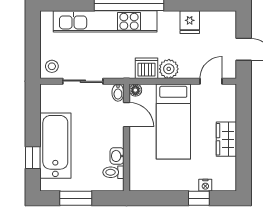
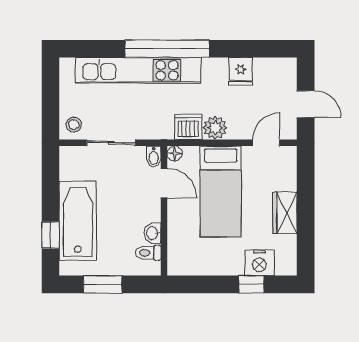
nightstand: (205, 185) -> (259, 263), width x1.89, depth x1.79

